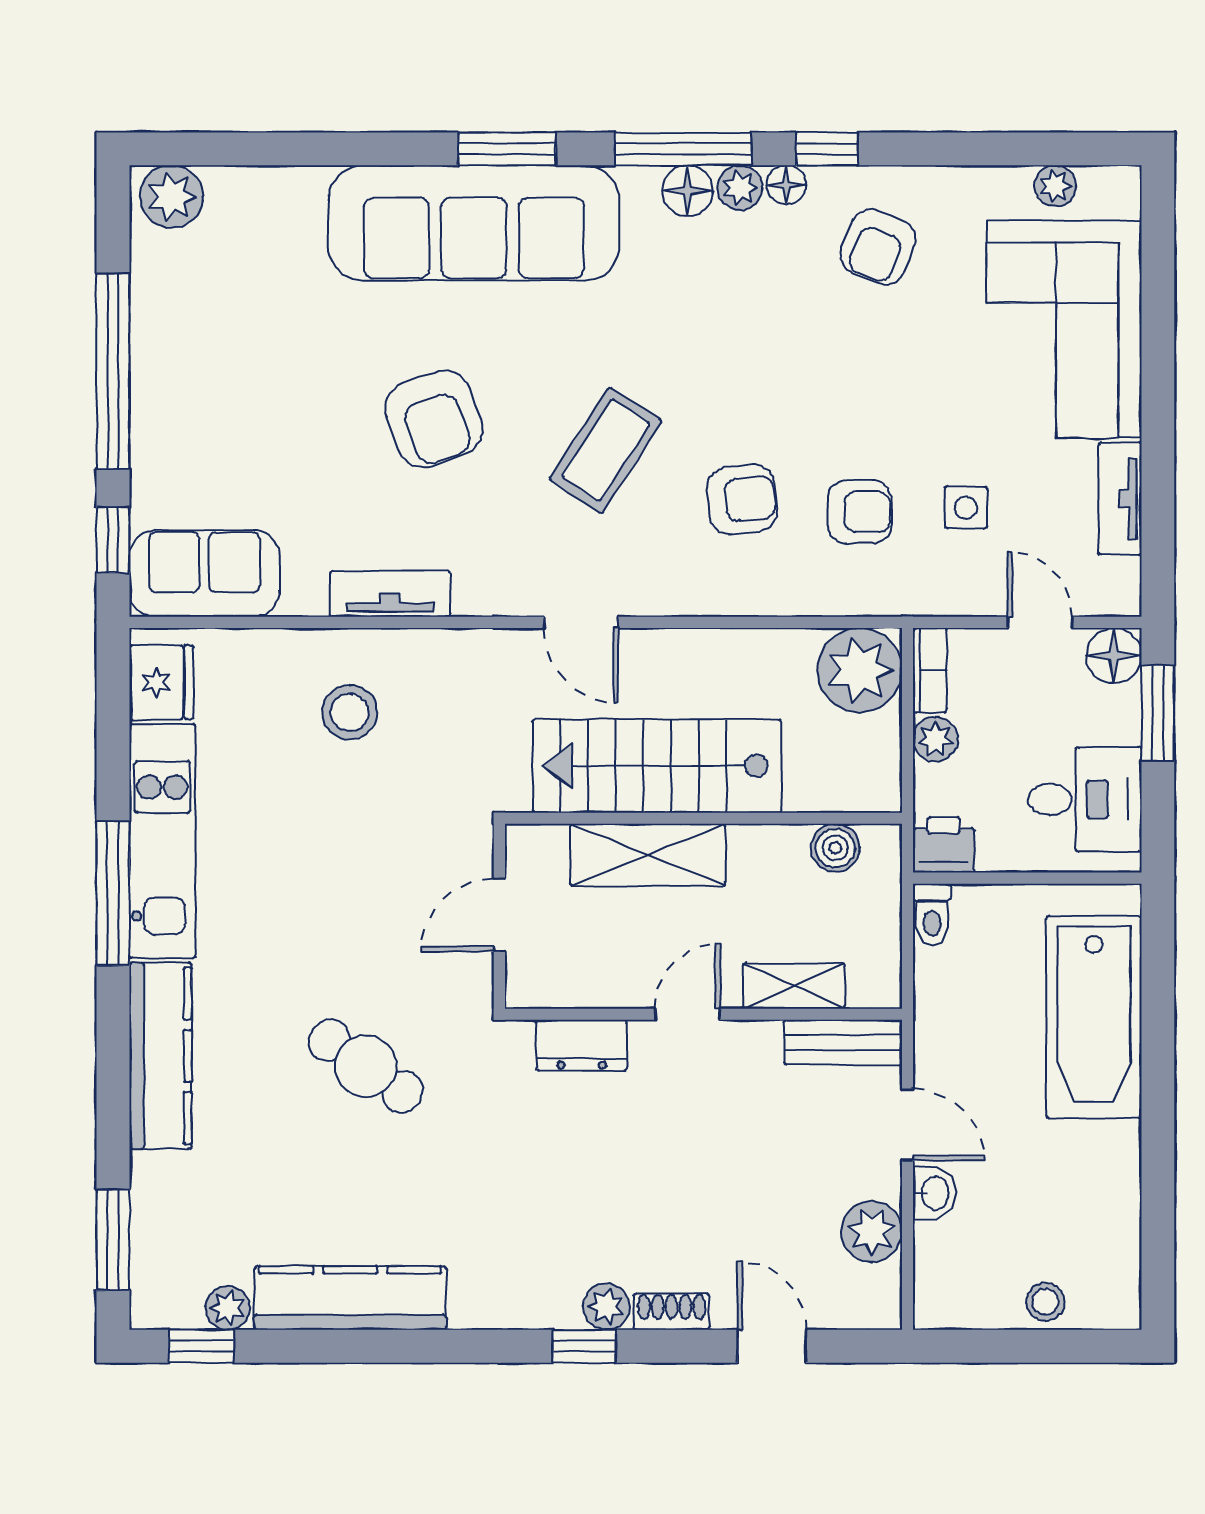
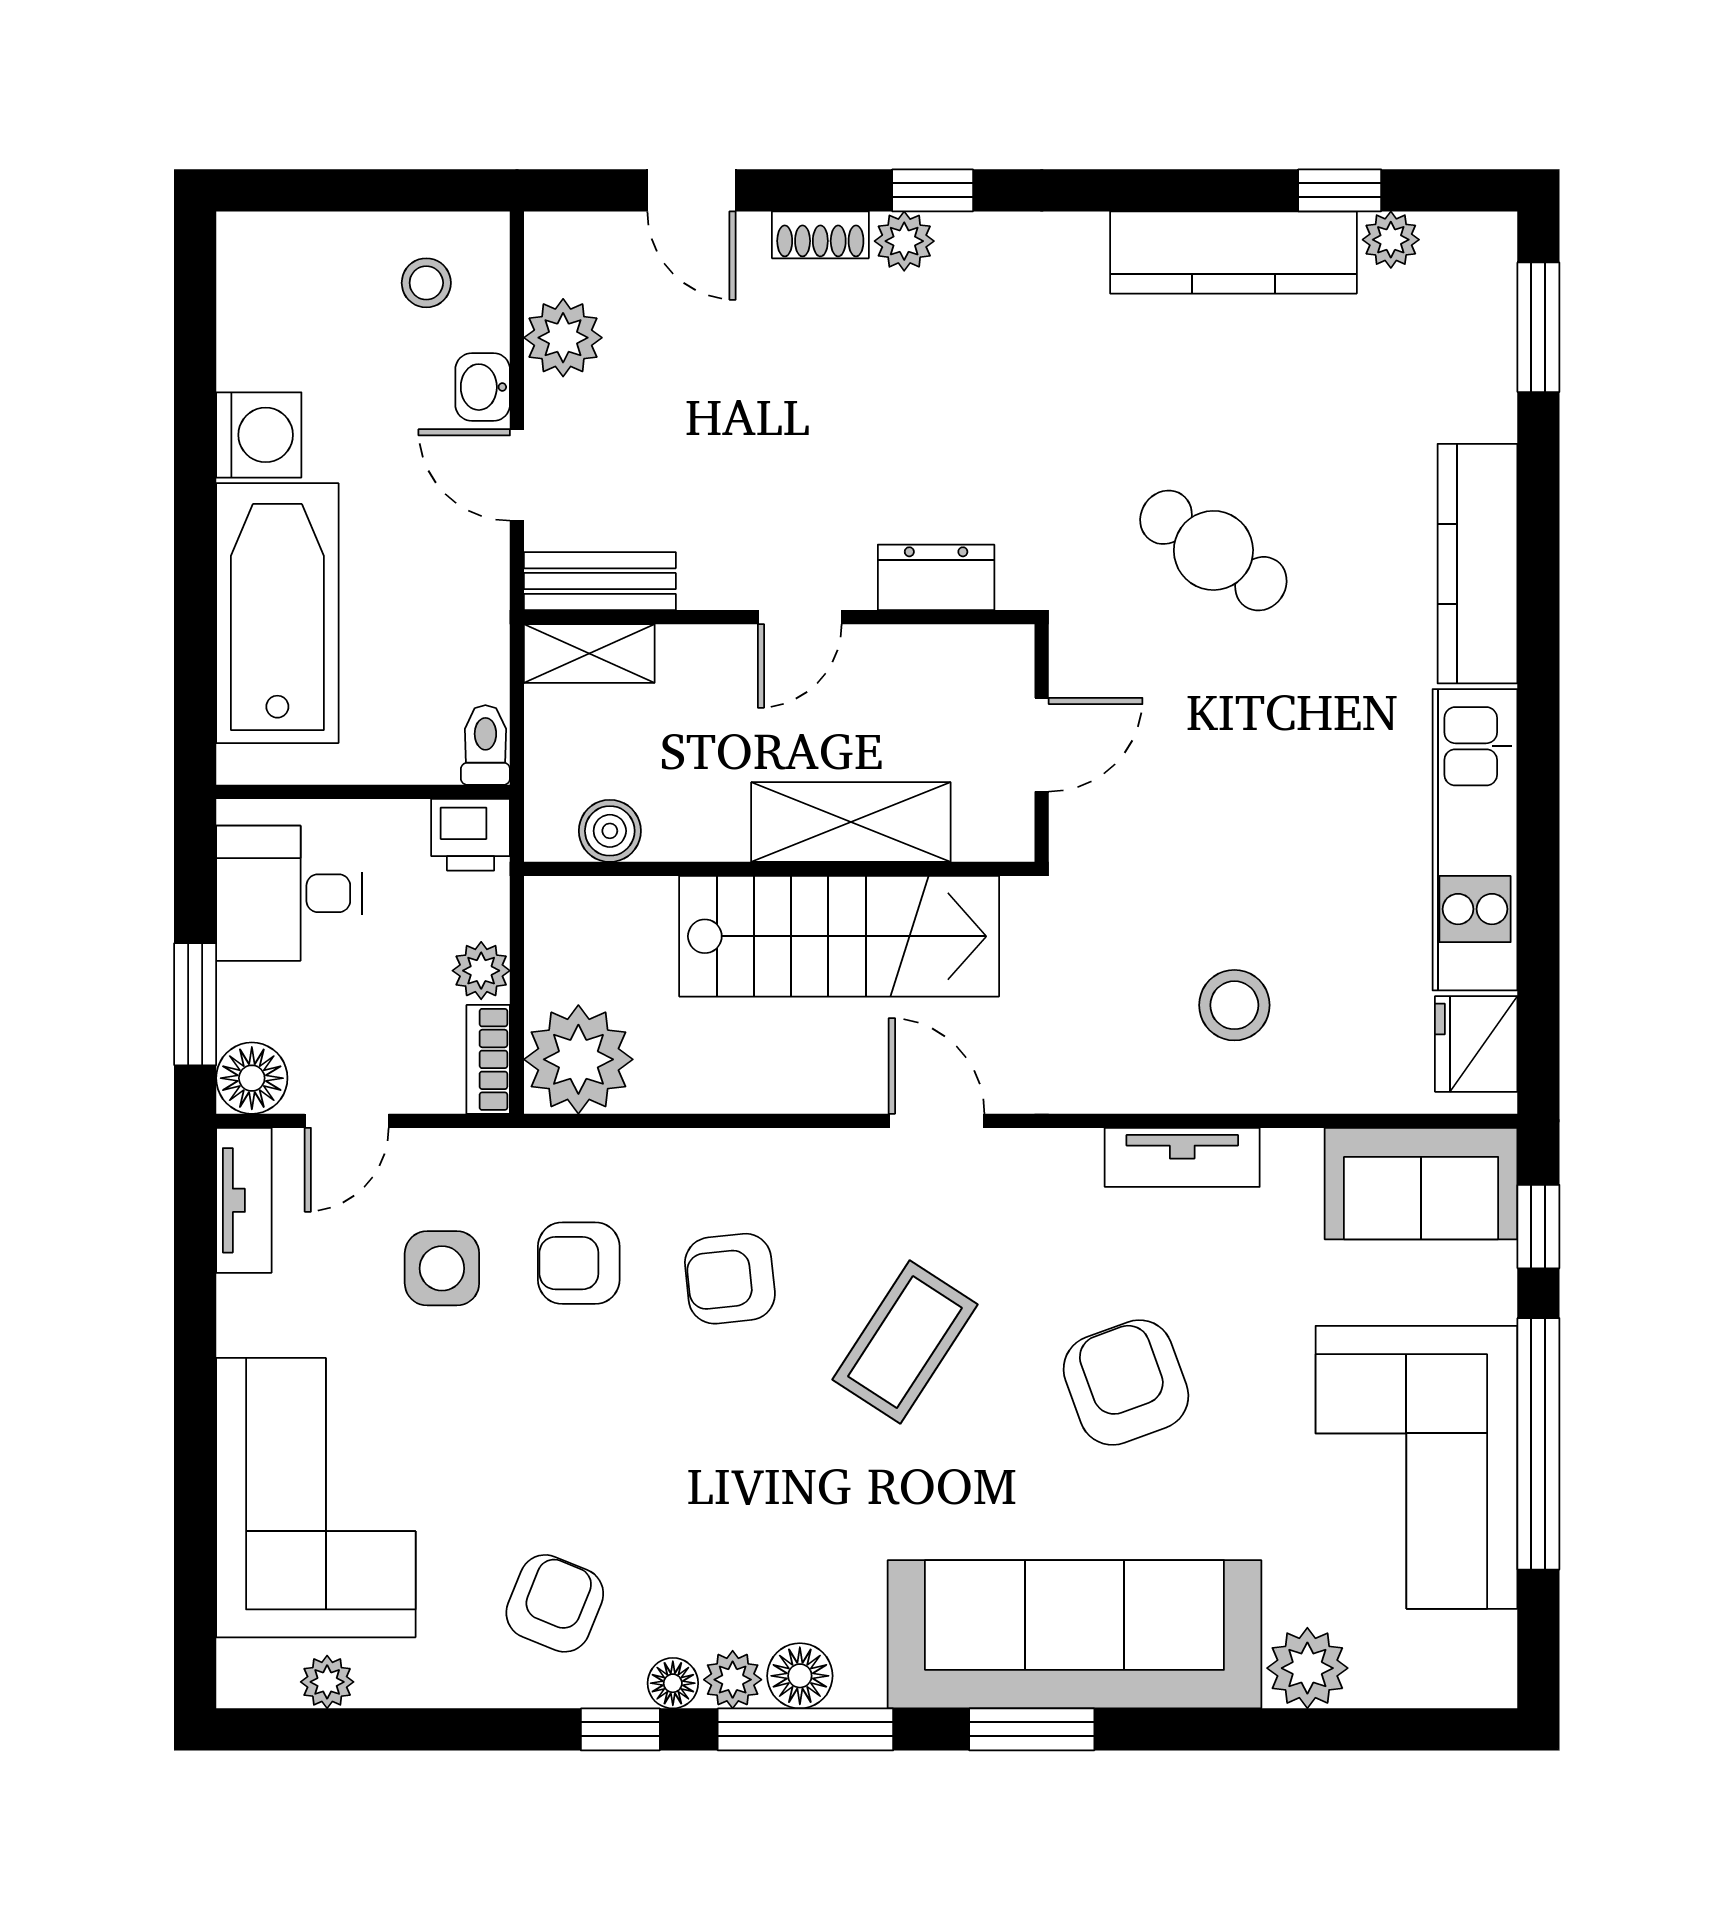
plant: (171, 197) -> (1307, 1668), moved
corner sofa: (208, 353) -> (1416, 1467), added
tv unit: (1120, 499) -> (244, 1200), moved
side table: (966, 508) -> (442, 1268), width x1.37, depth x1.37
door: (1040, 622) -> (347, 1121), hinge flipped
window: (113, 893) -> (1538, 773), removed
shelving: (794, 986) -> (589, 653), moved
washing machine: (1108, 1156) -> (259, 435), added
stool: (1045, 1302) -> (426, 283), moved
window: (201, 1346) -> (1340, 190), moved

